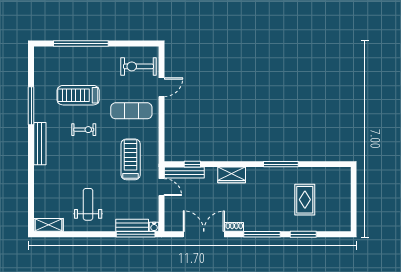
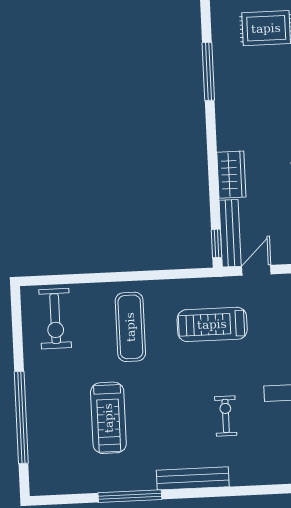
door: (161, 87) -> (88, 278), removed
exercise bike: (84, 130) -> (226, 416), moved
window: (192, 164) -> (216, 243), moved
wardrobe: (232, 175) -> (231, 175), moved

